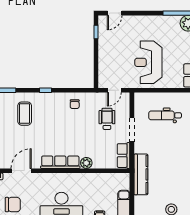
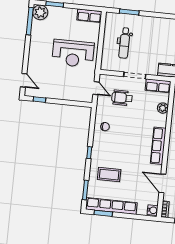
plant: (86, 163) -> (163, 108), moved

